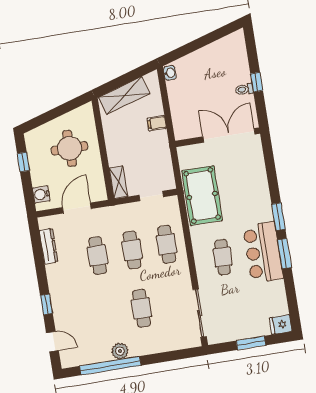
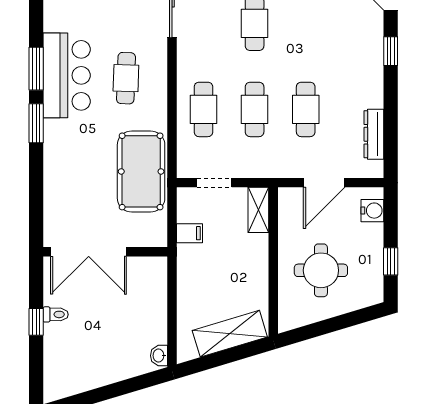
filing cabinet: (157, 123) -> (189, 233), moved

